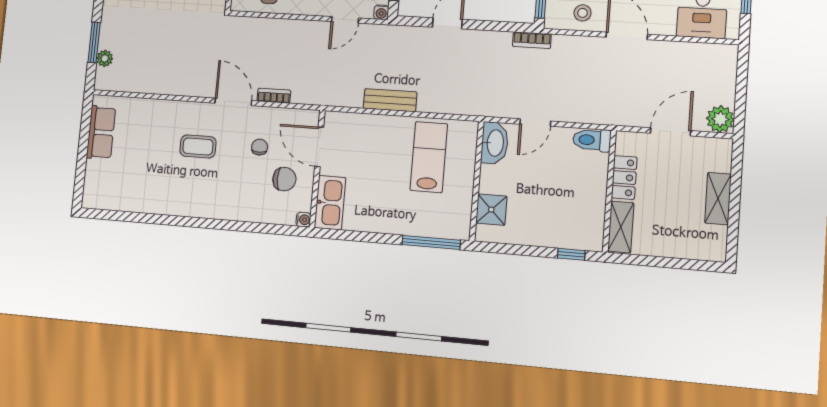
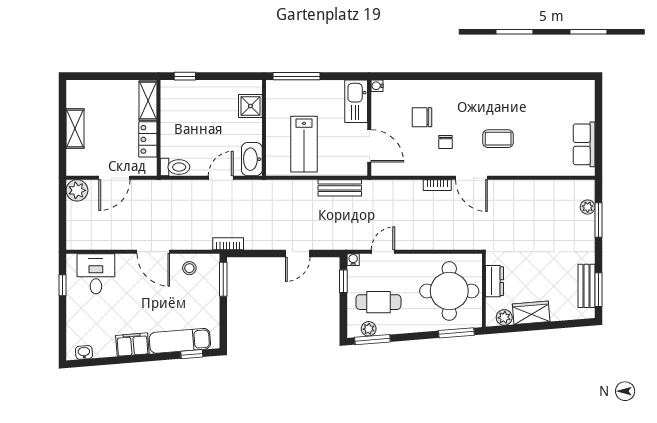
door: (319, 147) -> (369, 146), moved
wall: (317, 169) -> (369, 128), moved
kitchen sink: (330, 203) -> (356, 101), moved
water cooler: (303, 220) -> (377, 86), moved

